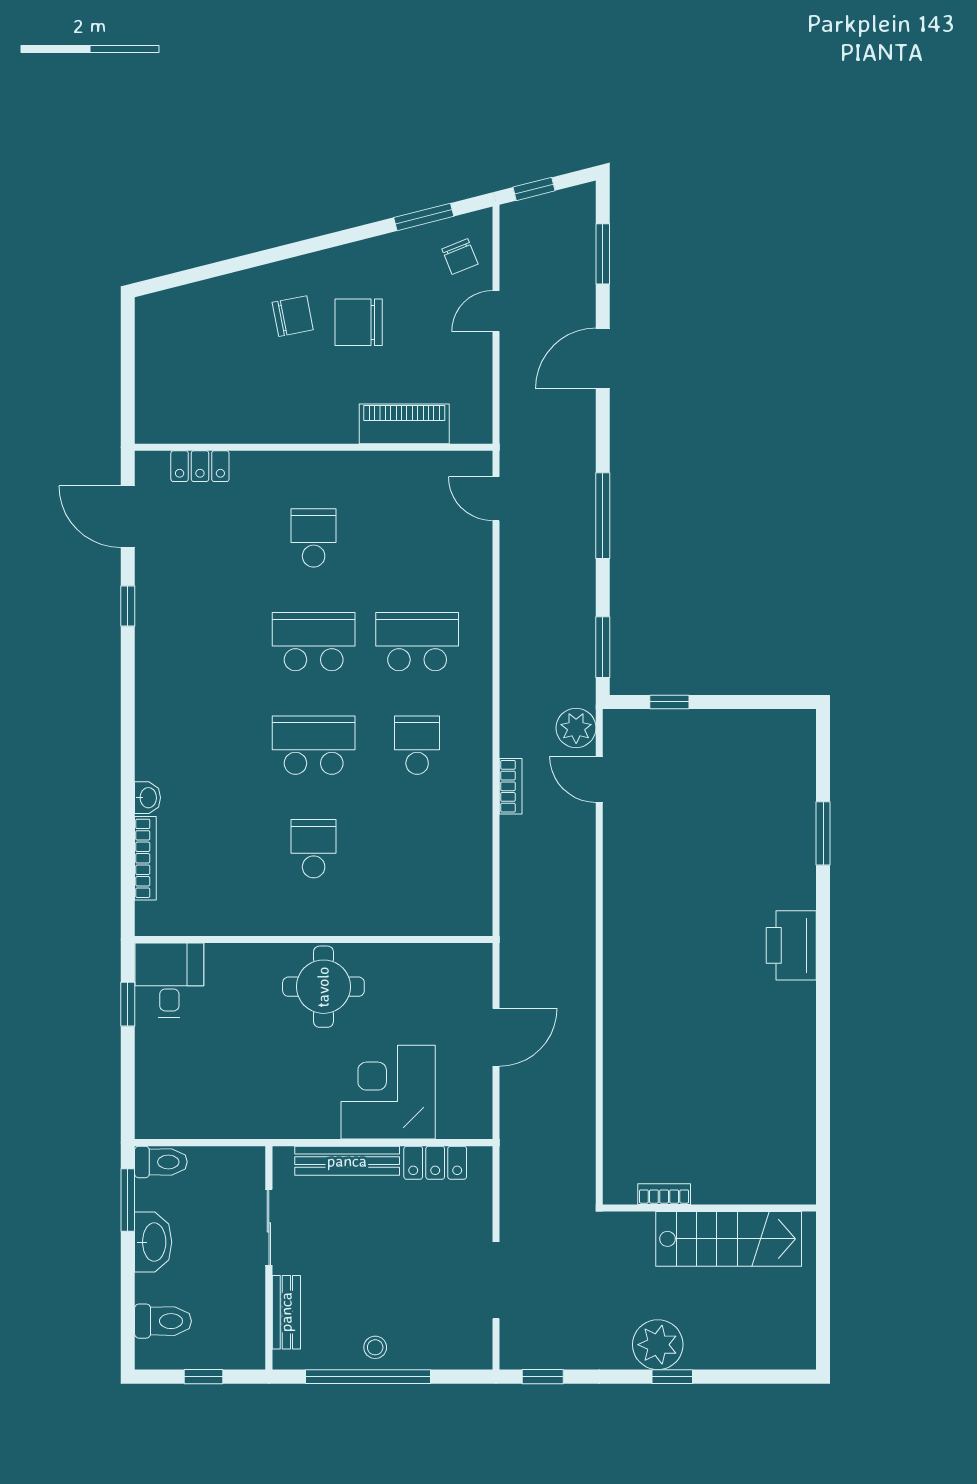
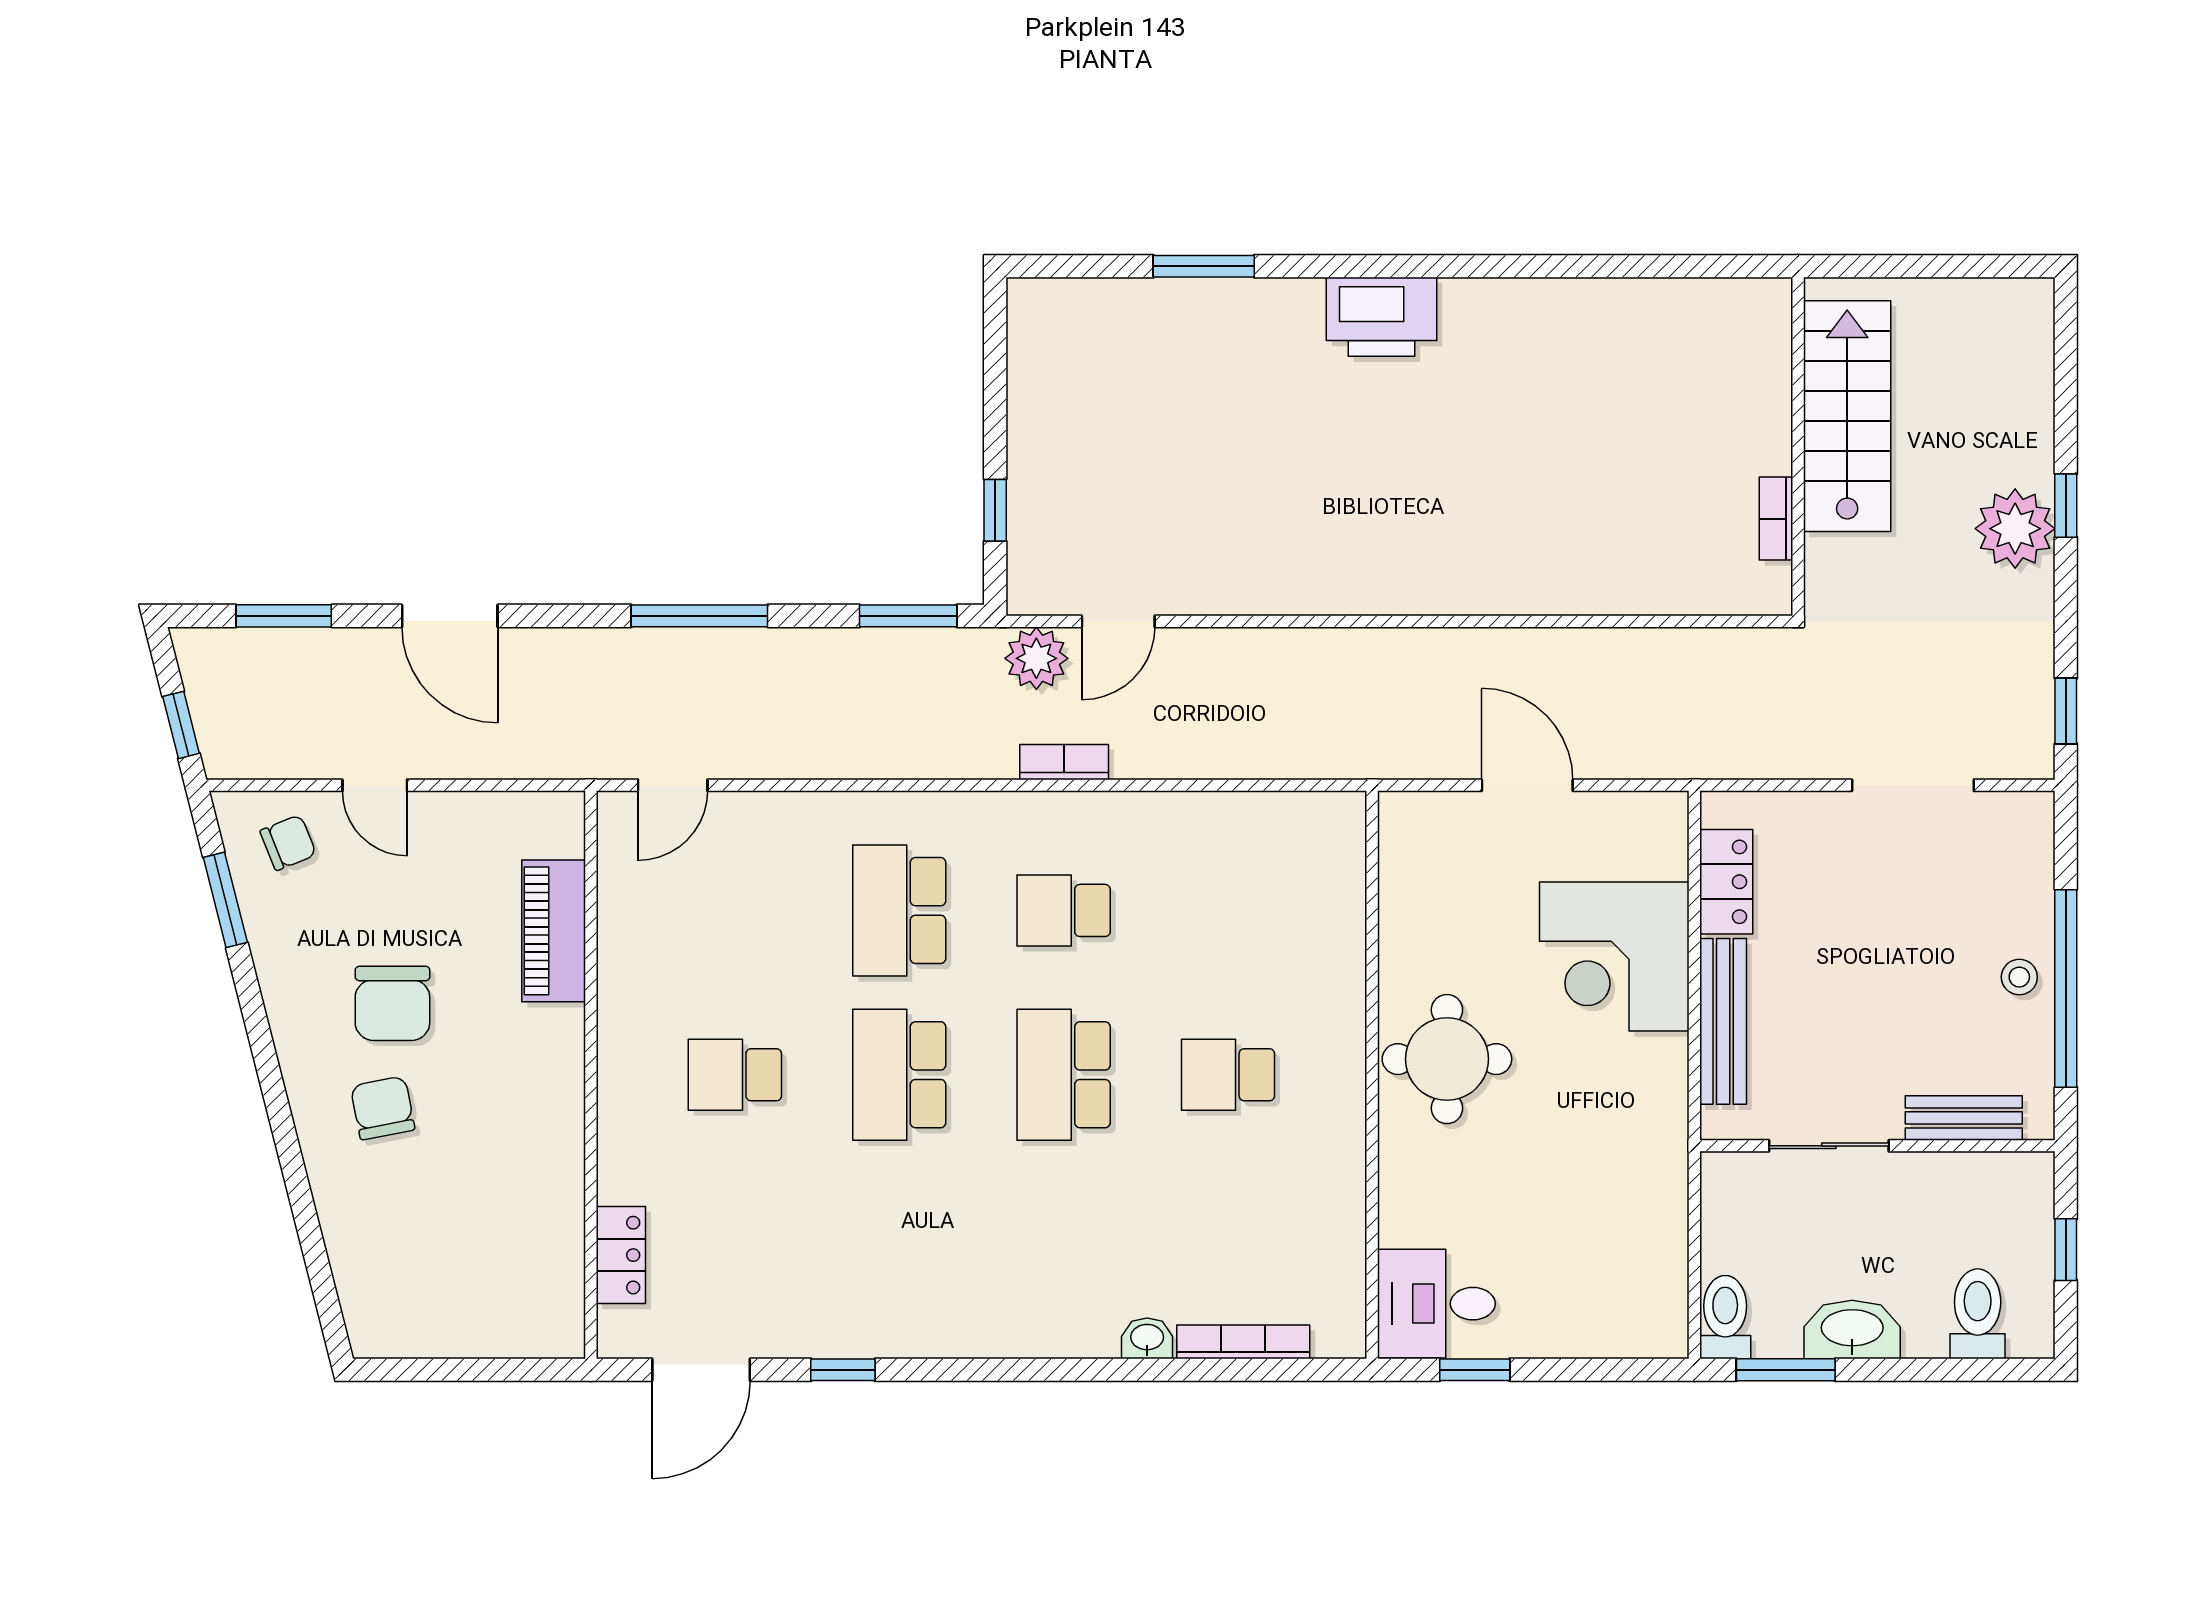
bookcase: (511, 786) -> (1064, 762), moved

